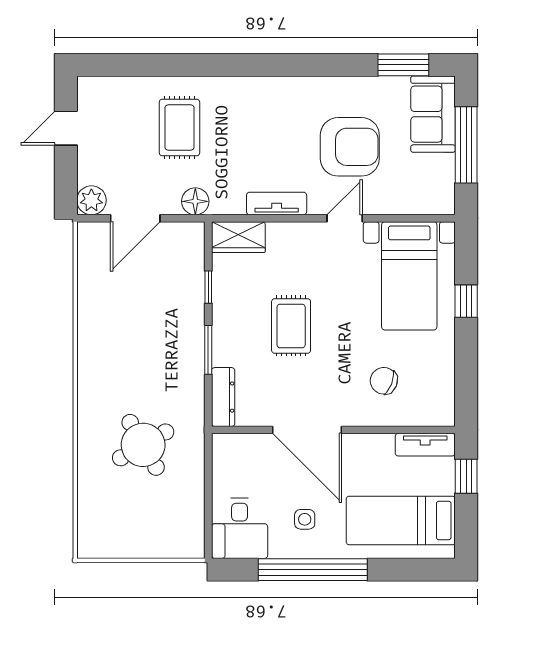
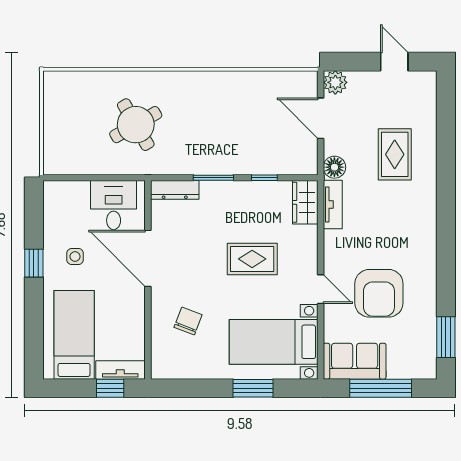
sofa: (433, 114) -> (355, 361), moved
rug: (179, 127) -> (395, 154), turned 90
tv unit: (277, 204) -> (333, 205), moved
window: (466, 301) -> (253, 388), width x1.50
rug: (291, 326) -> (252, 259), moved
door: (307, 430) -> (148, 258), hinge flipped
tv unit: (425, 445) -> (120, 370), moved, turned 90
desk: (240, 528) -> (114, 205), moved, turned 90
window: (313, 570) -> (34, 263), width x0.32

